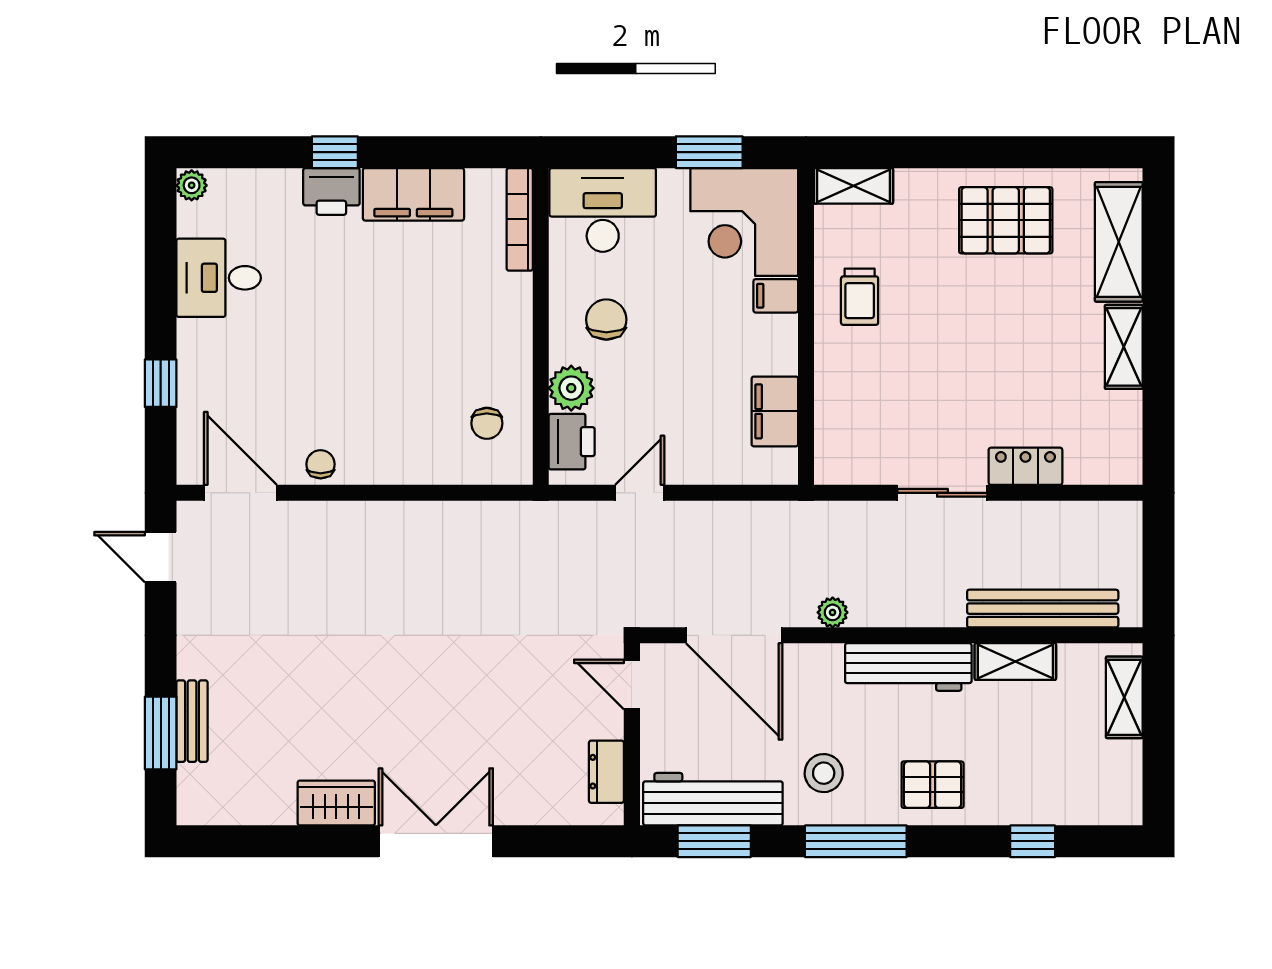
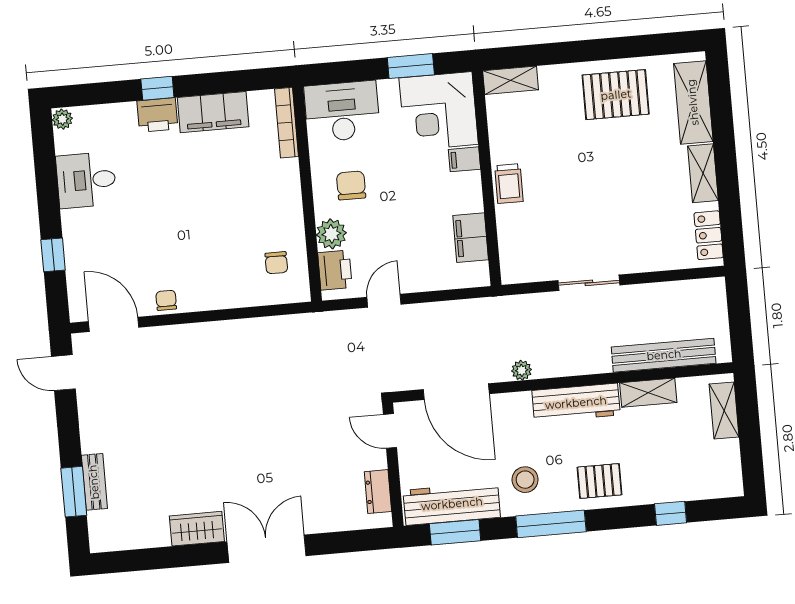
trolley: (860, 297) -> (509, 184), moved
locker: (1025, 466) -> (709, 235), moved, turned -90

